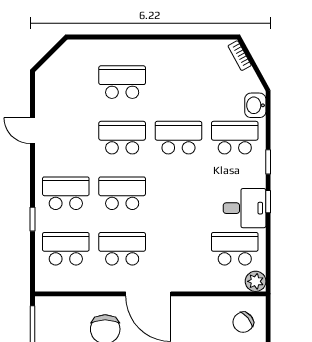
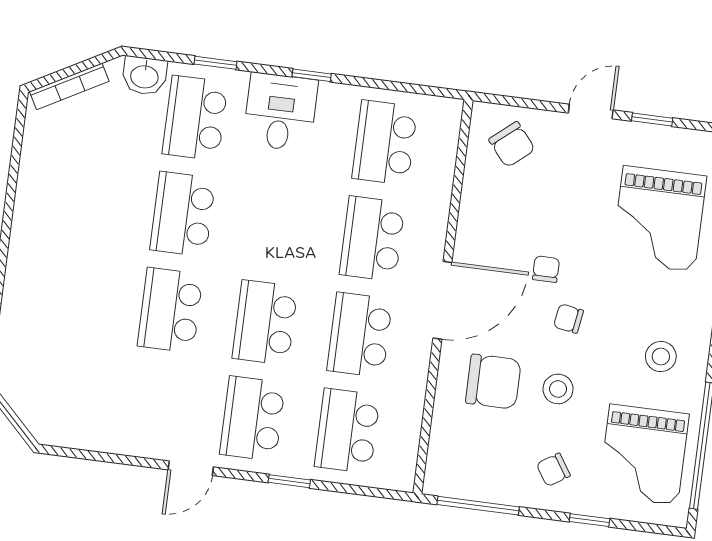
bookcase: (240, 56) -> (69, 86), width x1.56
school desk: (122, 82) -> (372, 239), moved
door: (32, 131) -> (191, 468), moved
window: (268, 162) -> (215, 63), moved
desk: (245, 208) -> (280, 112), moved
plant: (256, 281) -> (445, 114), removed

